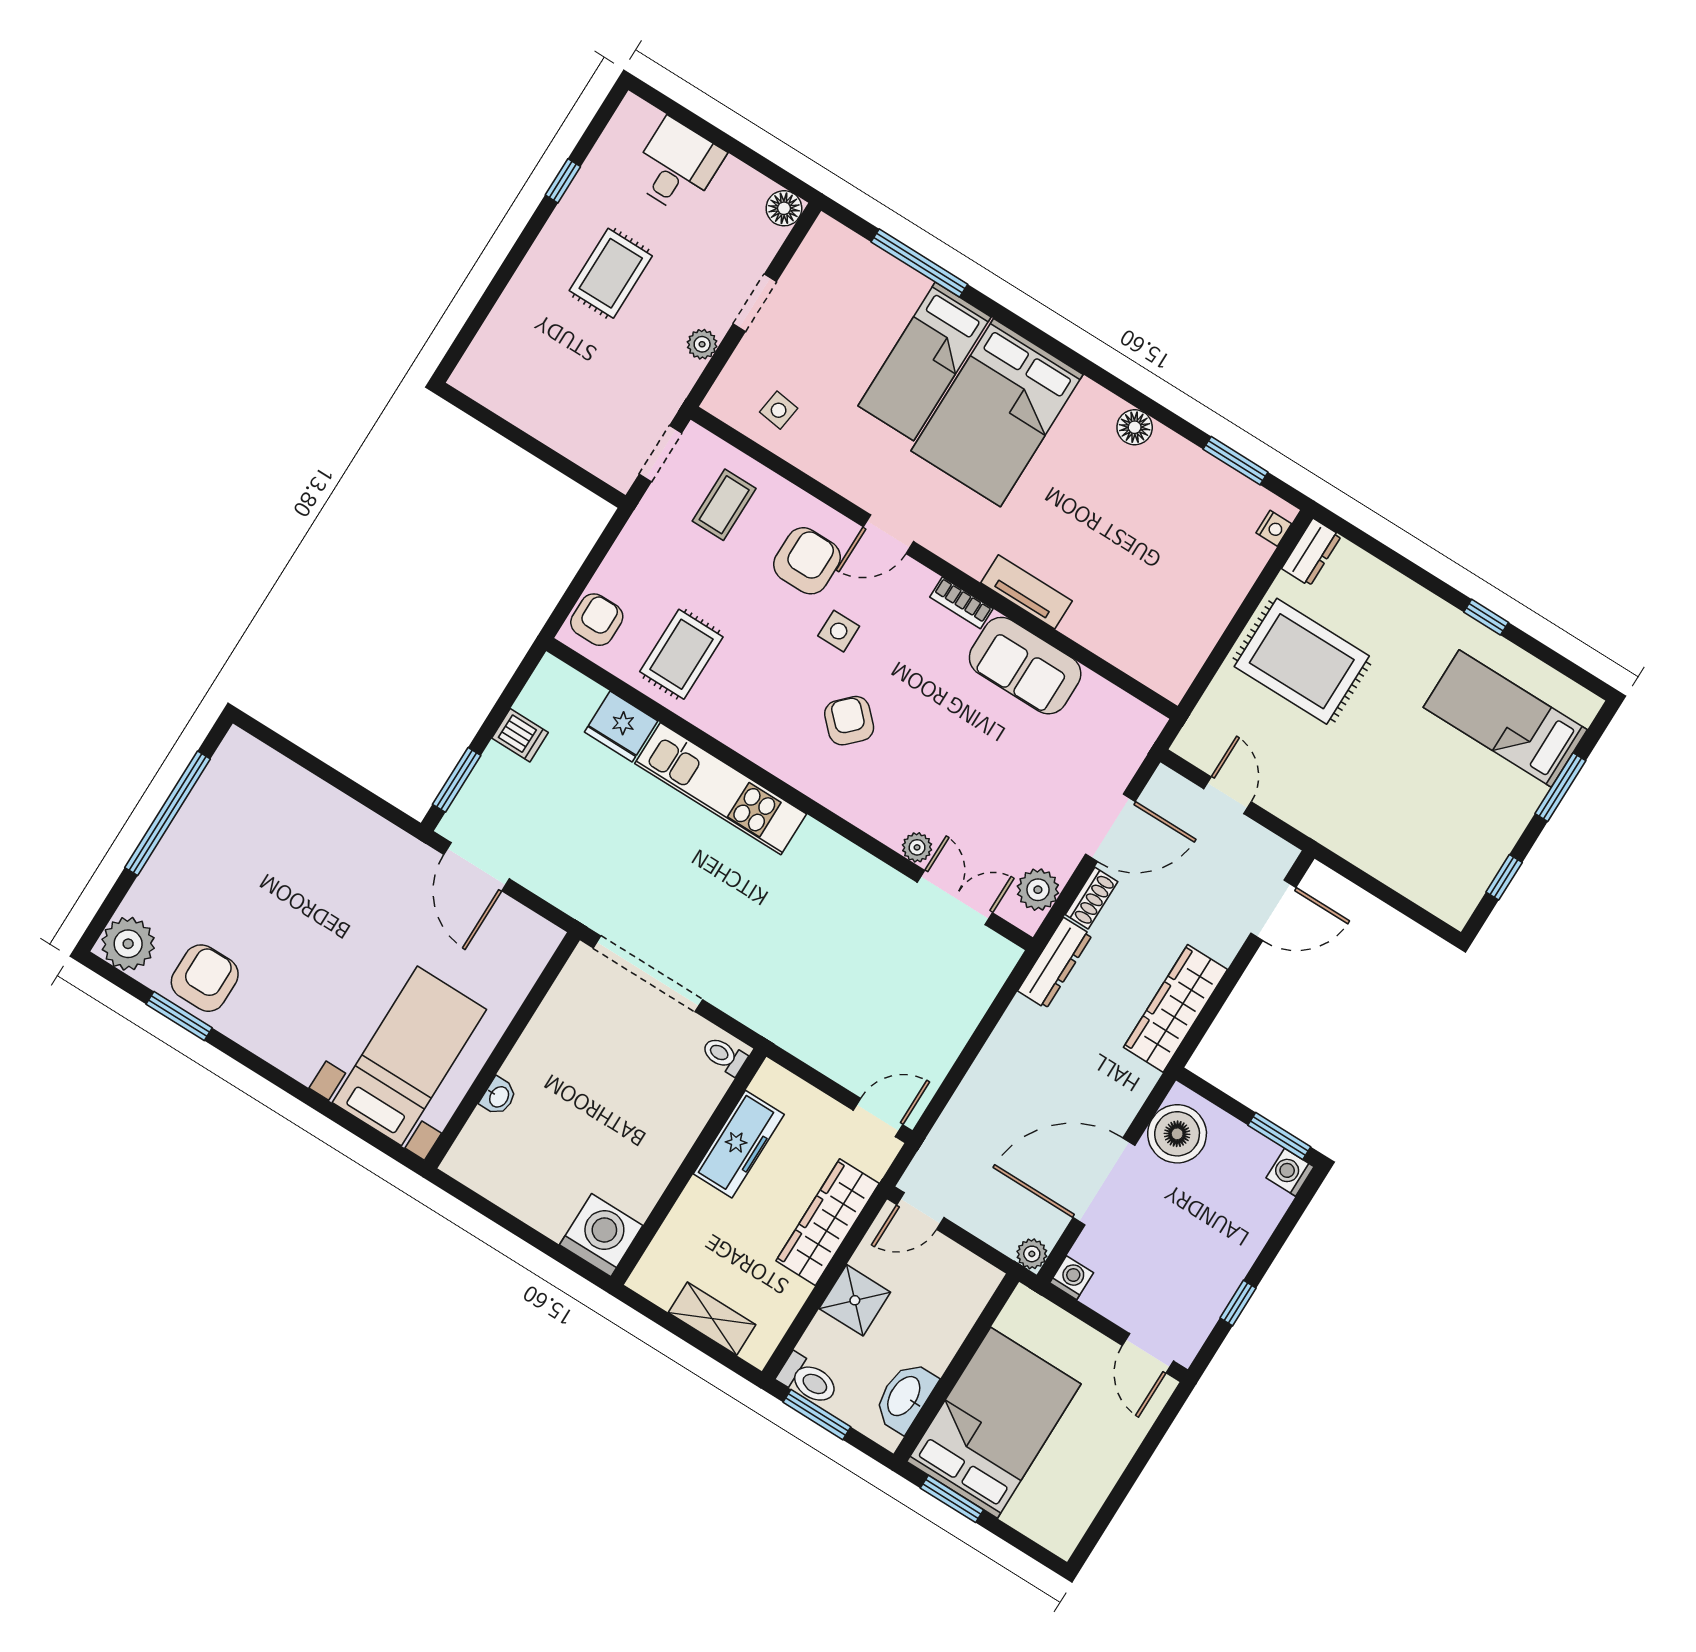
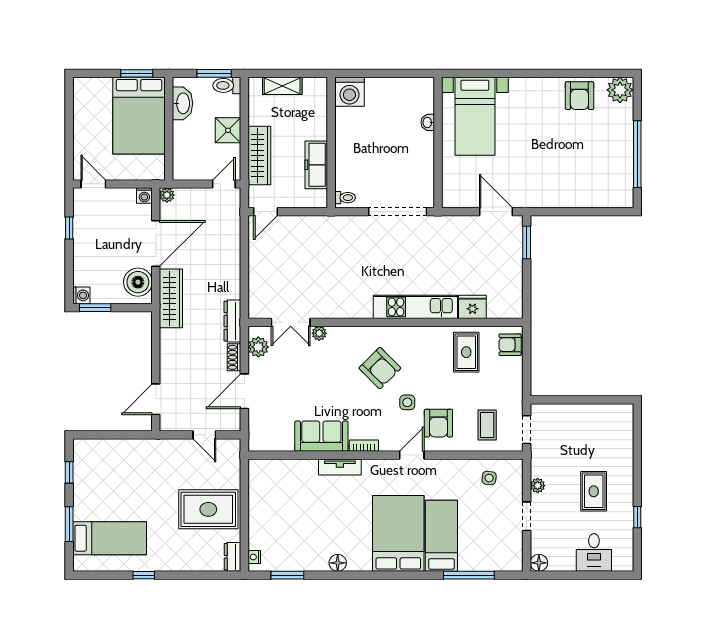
armchair: (597, 620) -> (510, 345), turned 90
armchair: (849, 721) -> (380, 368), width x1.38, depth x1.38
dishwasher: (520, 735) -> (512, 277), removed
wardrobe: (1175, 1008) -> (171, 298), moved
window: (179, 1016) -> (580, 73), removed

